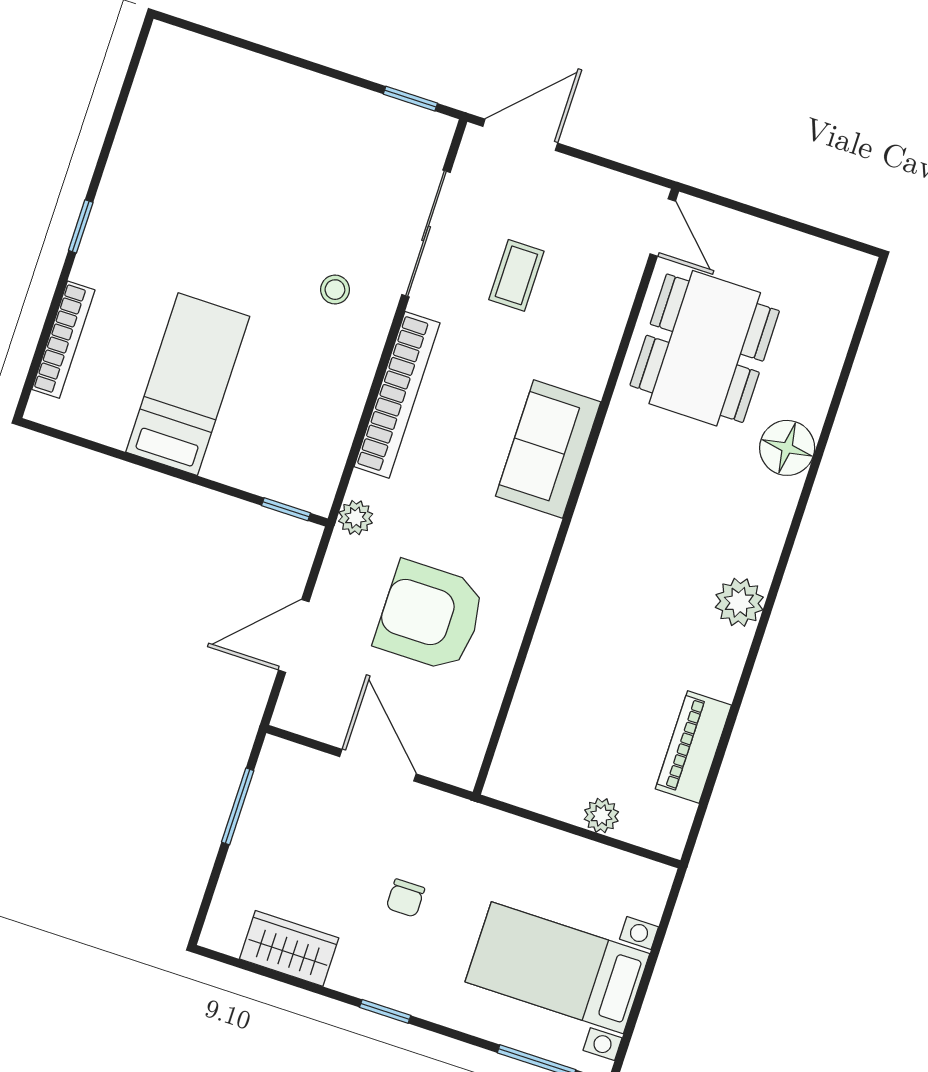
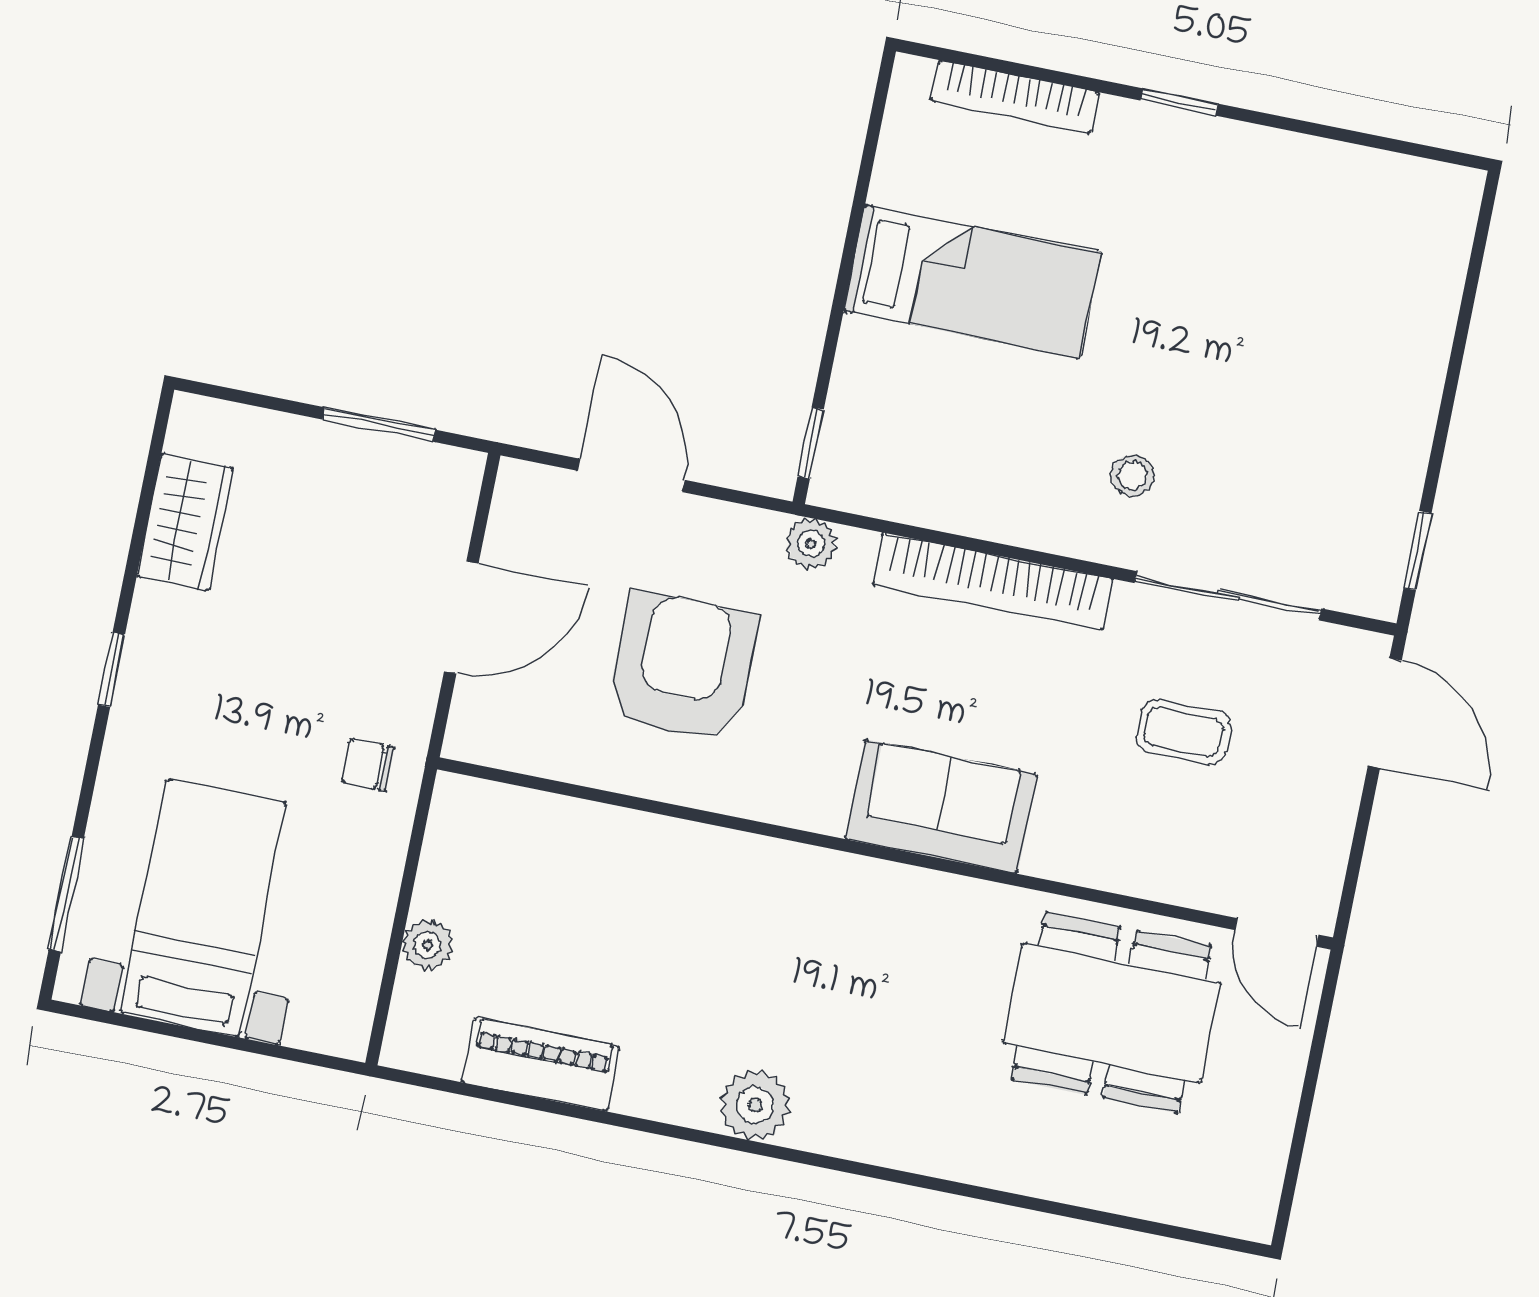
door: (663, 227) -> (1277, 932), hinge flipped
floor lamp: (787, 448) -> (983, 1147), removed
chair: (405, 898) -> (368, 765), moved

